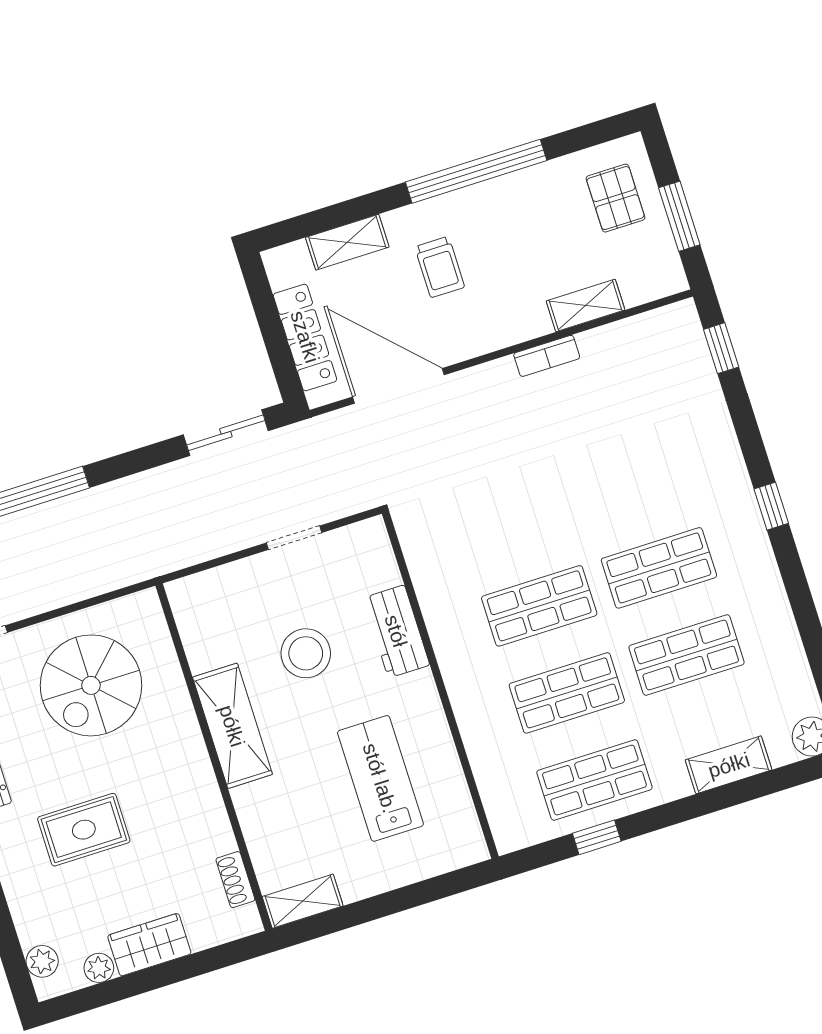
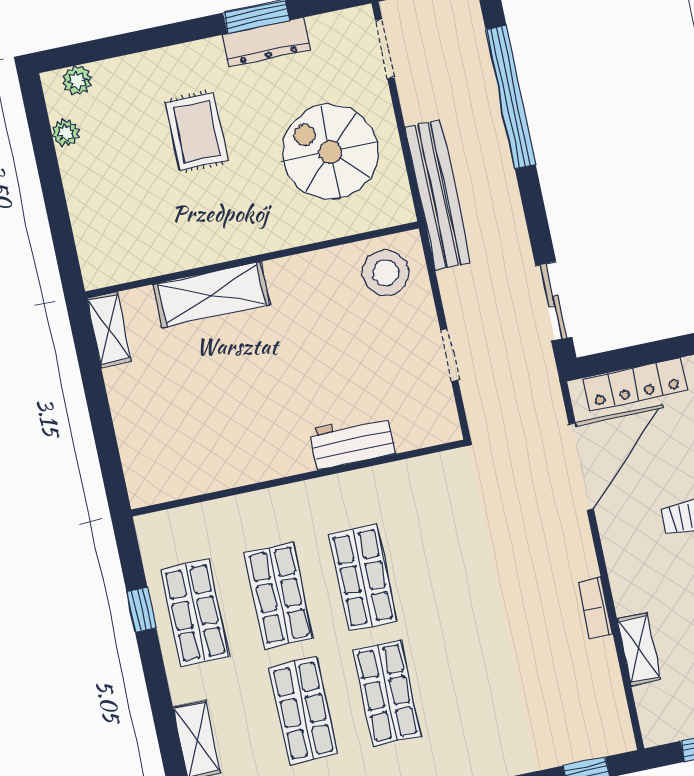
bench: (126, 567) -> (438, 195), added
stool: (306, 653) -> (386, 273), moved
shelving: (232, 726) -> (211, 294), moved
lab bench: (380, 778) -> (217, 413), removed
shoe rack: (235, 880) -> (136, 269), removed
wardrobe: (149, 945) -> (83, 182), removed

